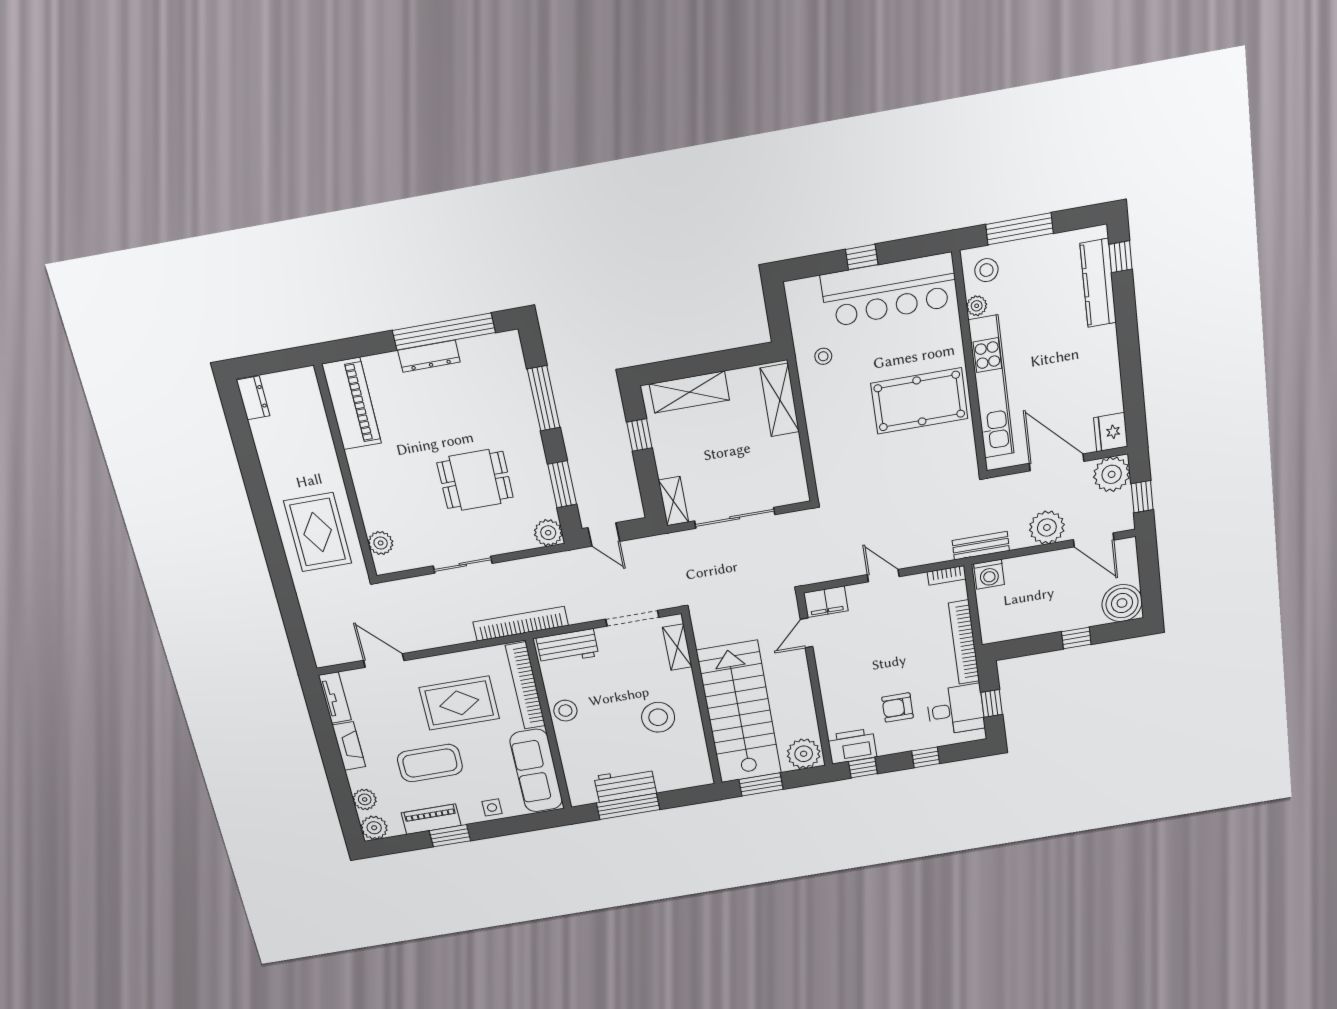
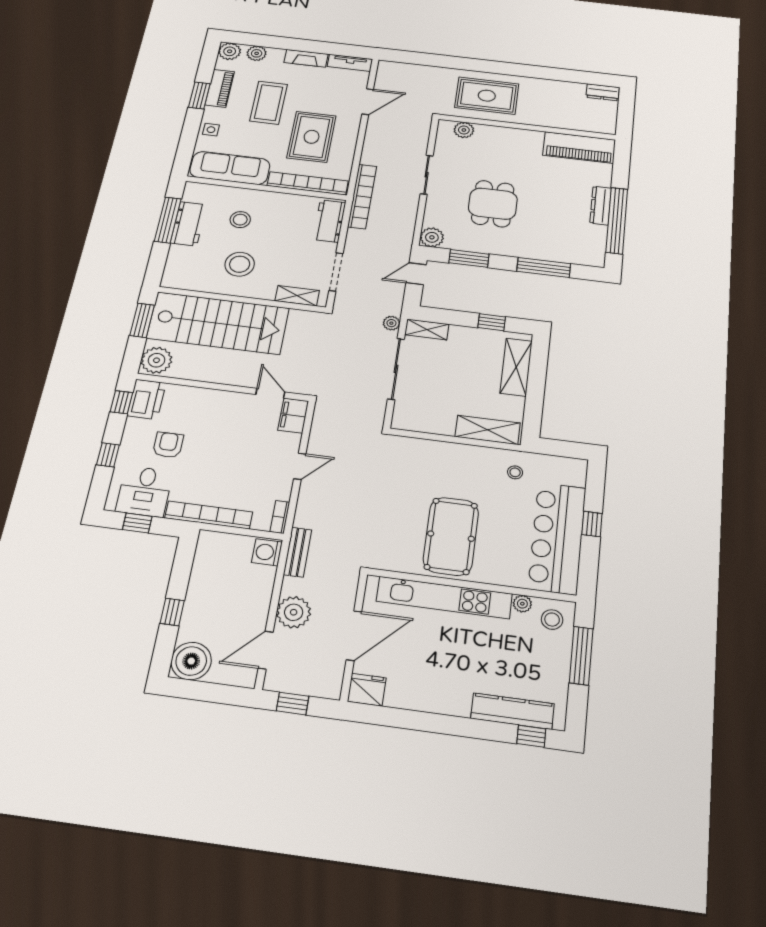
plant: (1112, 474) -> (391, 323), moved, width x0.53, depth x0.53
stool: (565, 711) -> (240, 220), moved

